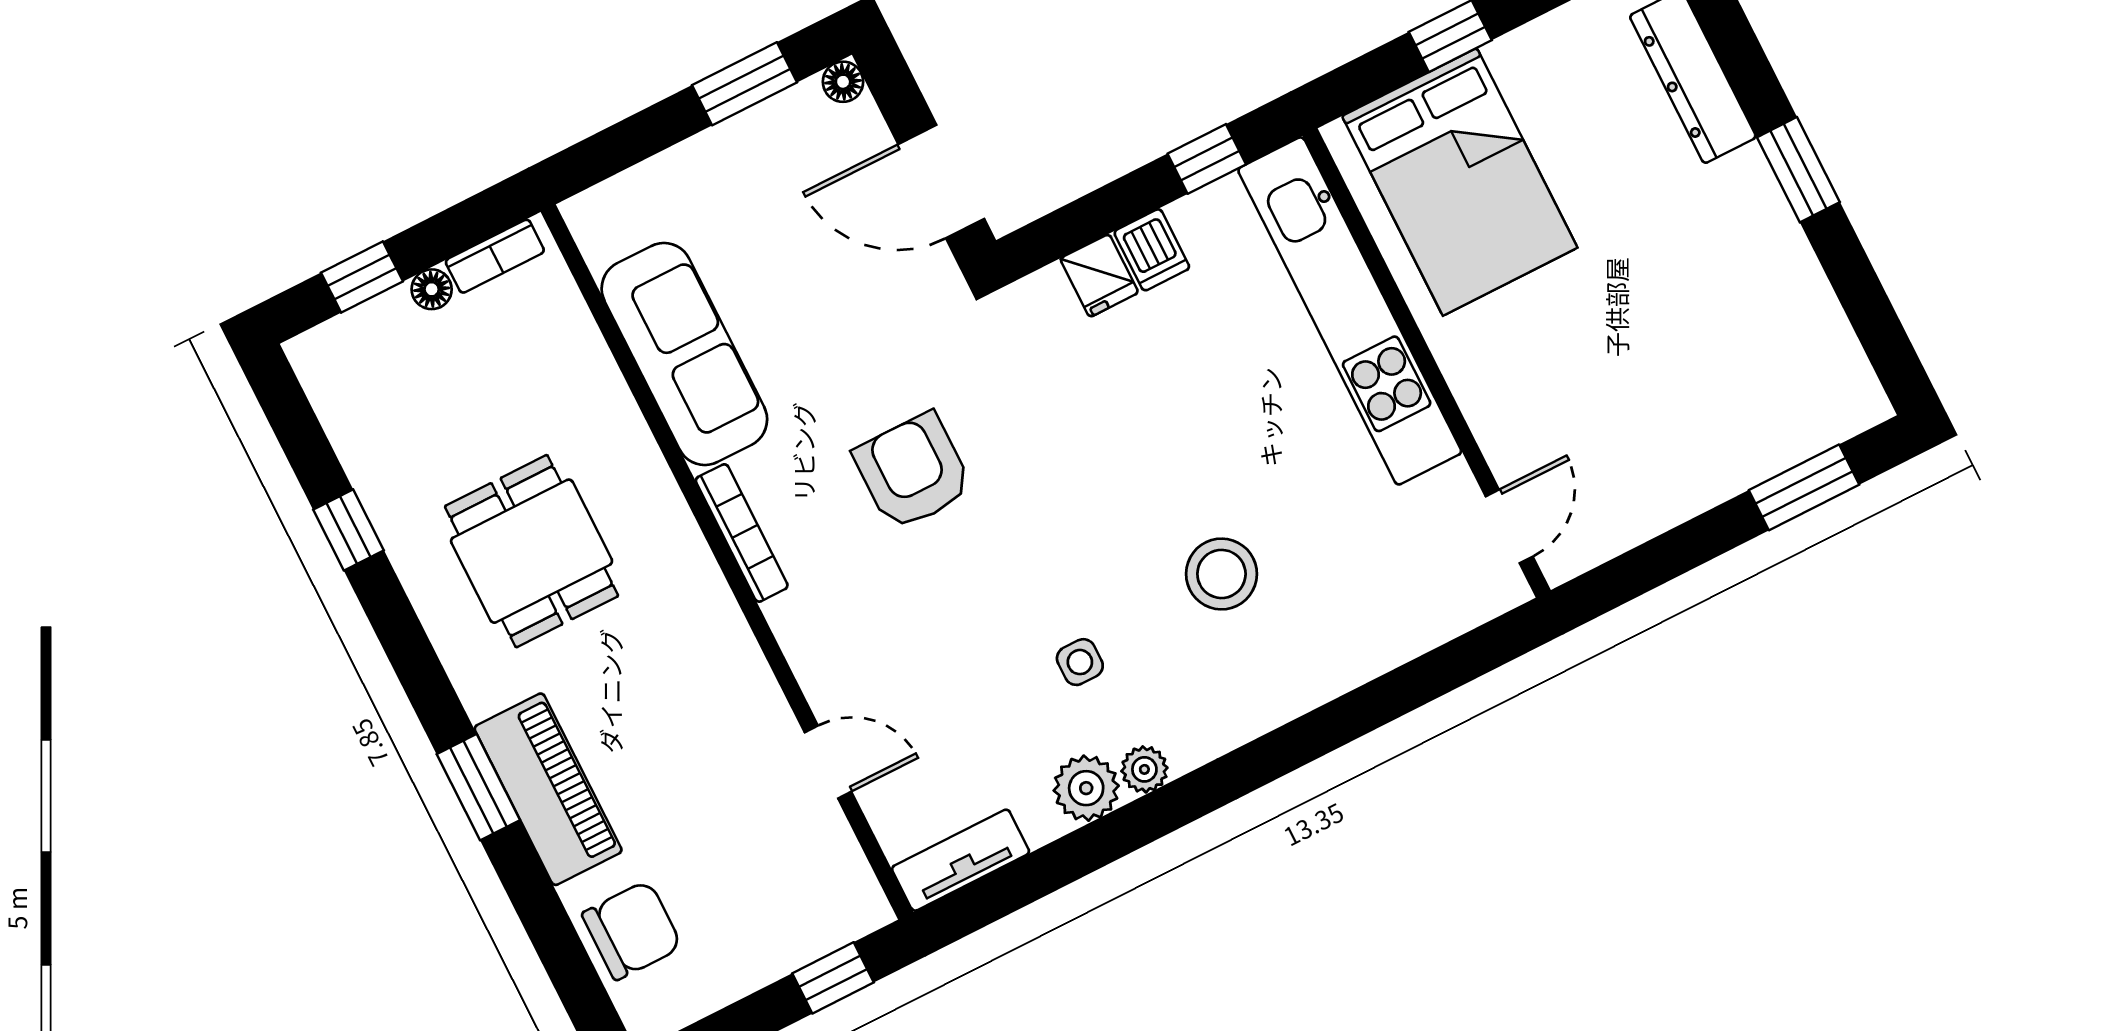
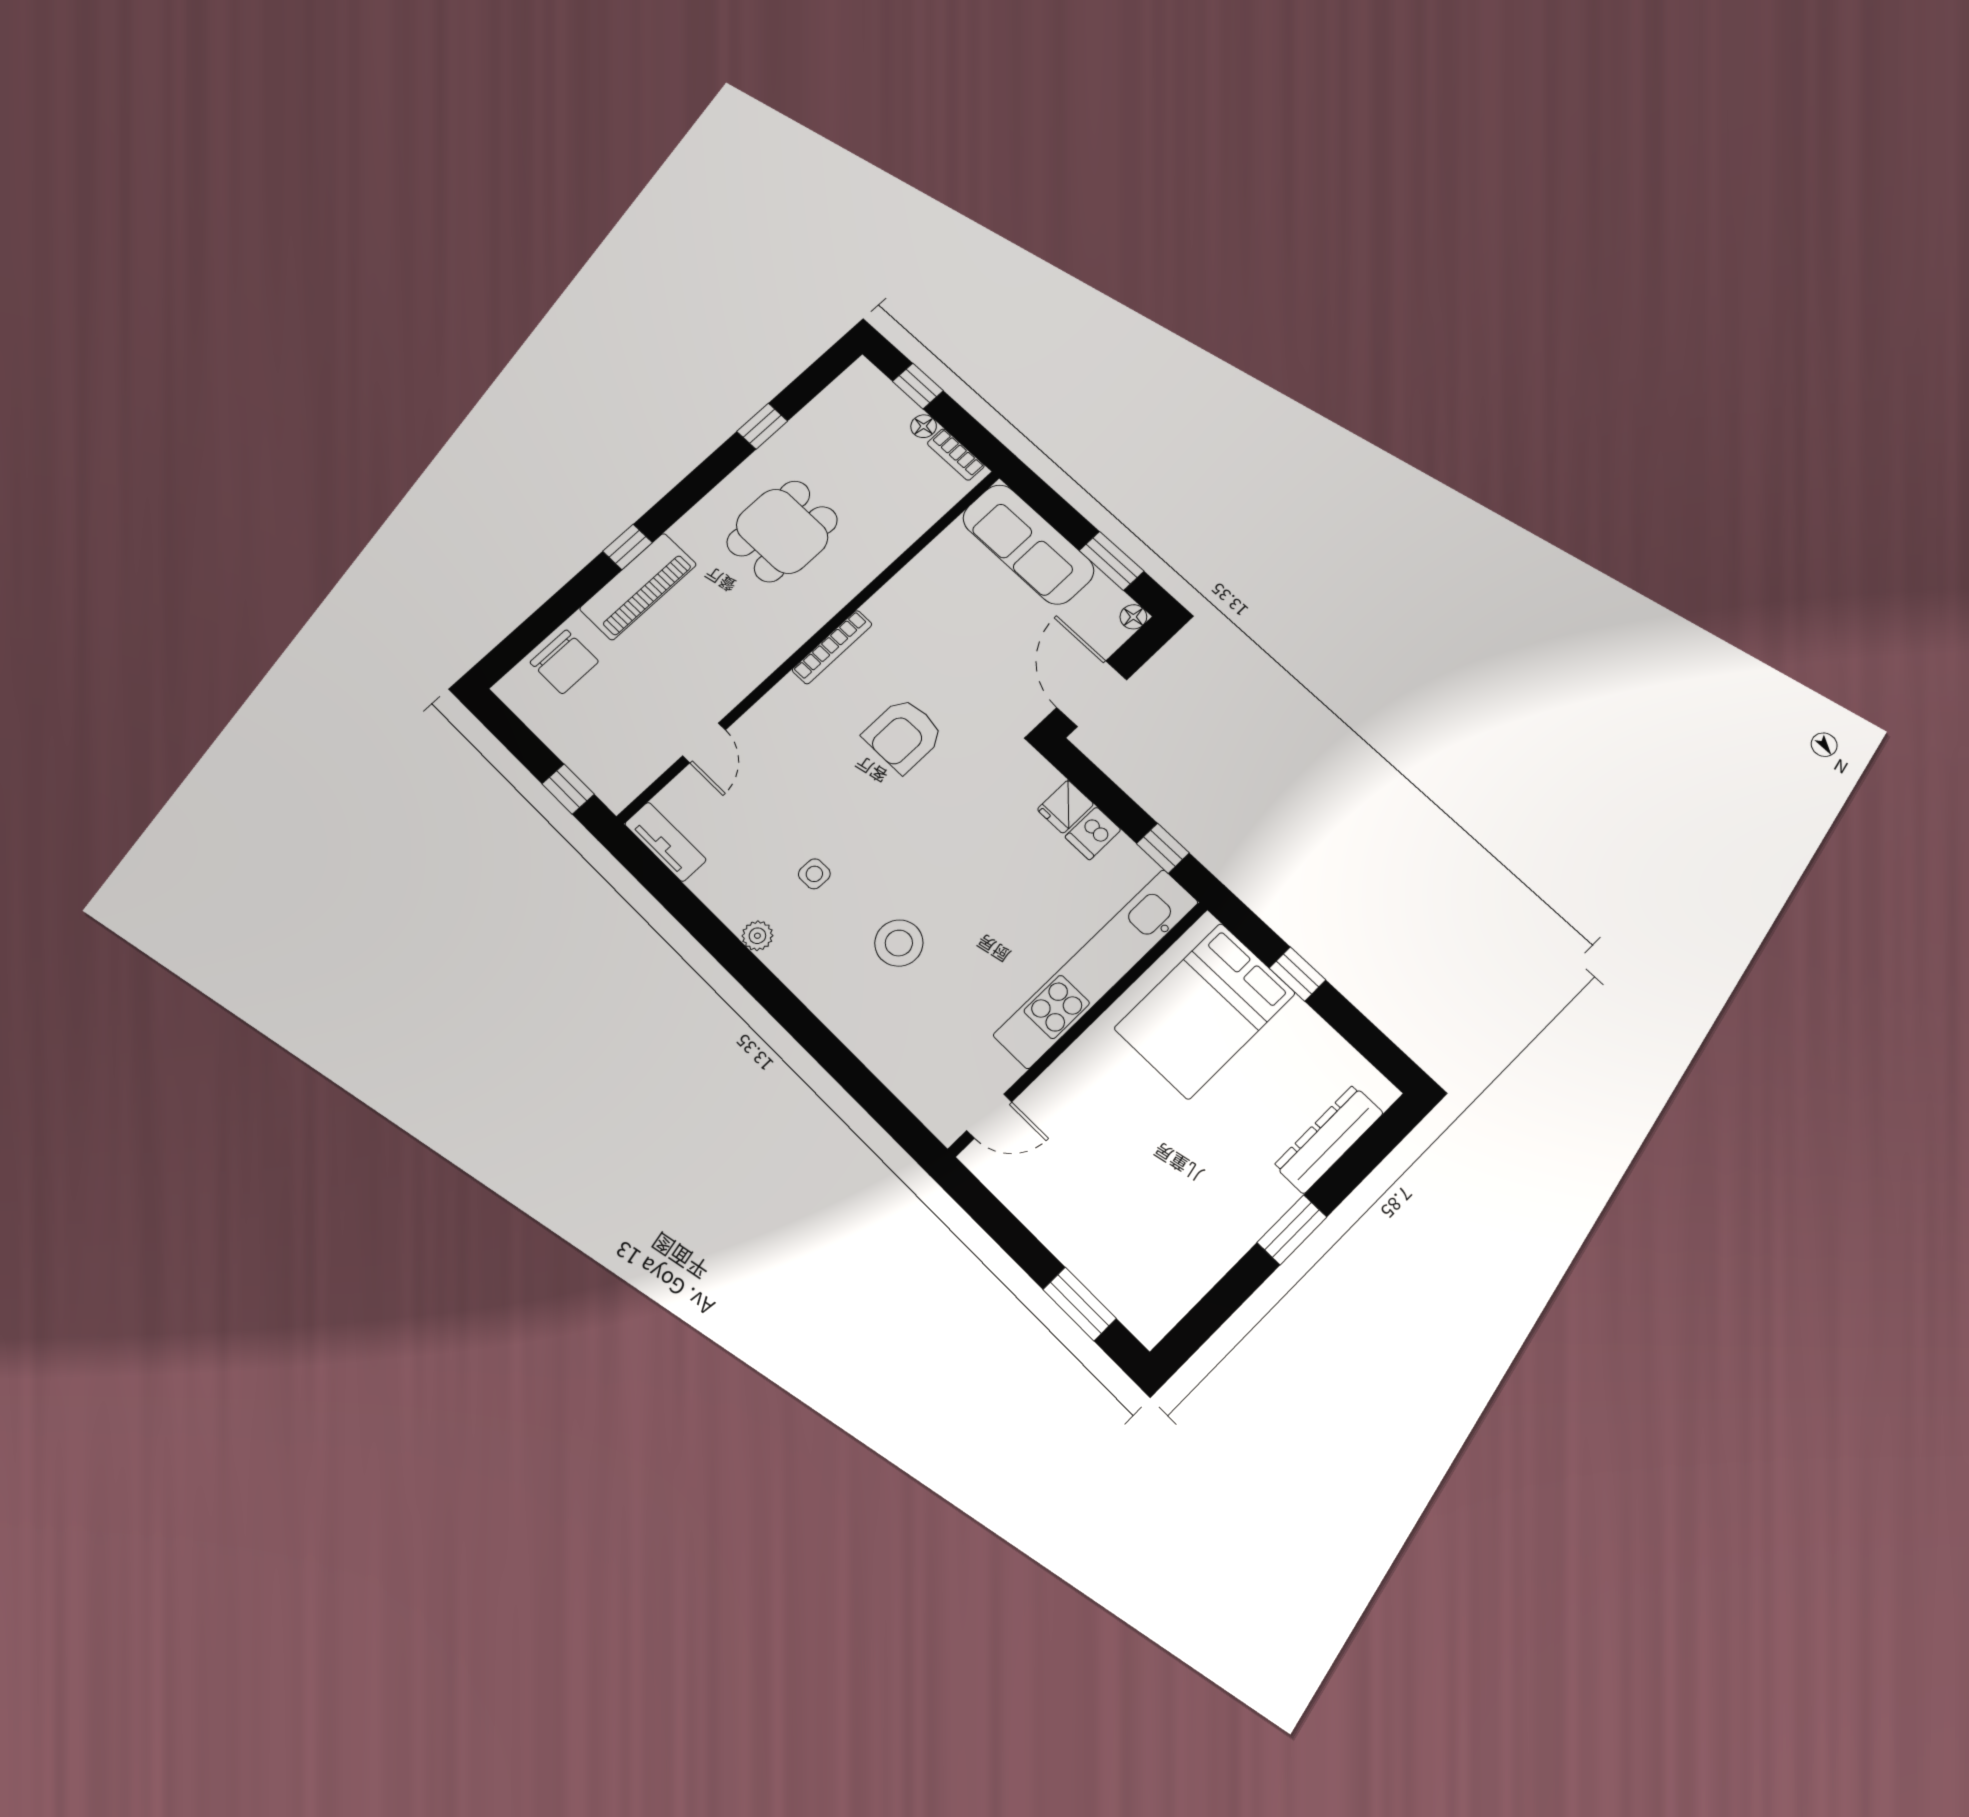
sofa: (684, 354) -> (1028, 544), moved, turned 90
armchair: (913, 472) -> (903, 735), turned 180
window: (478, 787) -> (627, 547), width x0.67
plant: (1086, 788) -> (734, 904), removed

